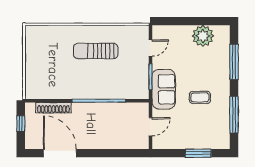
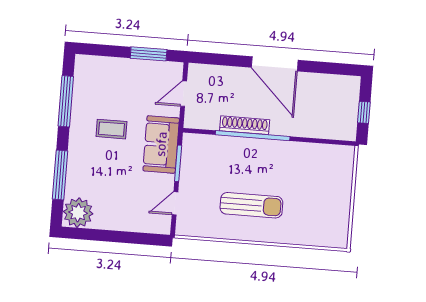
plant: (203, 36) -> (78, 213), moved
shoe rack: (53, 108) -> (245, 125), moved
door: (60, 153) -> (275, 64), moved
window: (198, 153) -> (149, 54), moved

